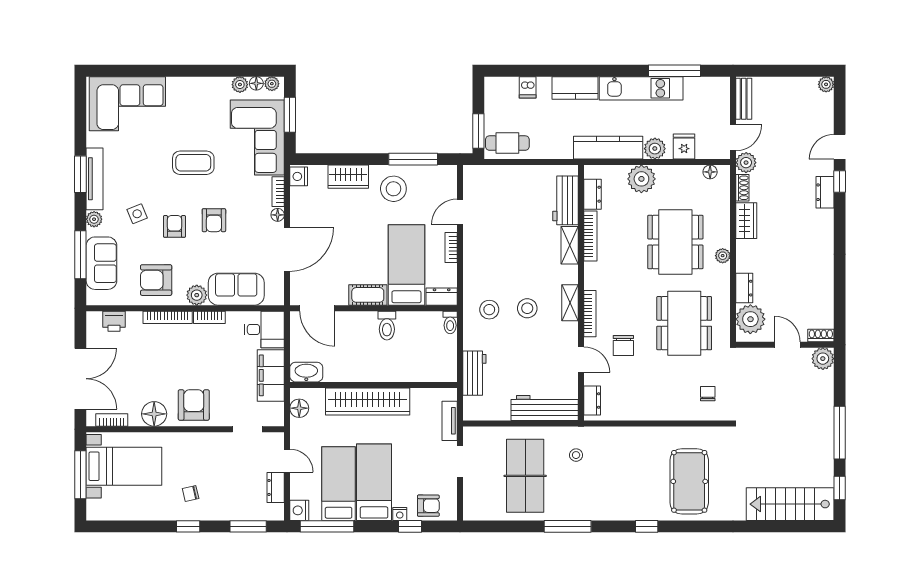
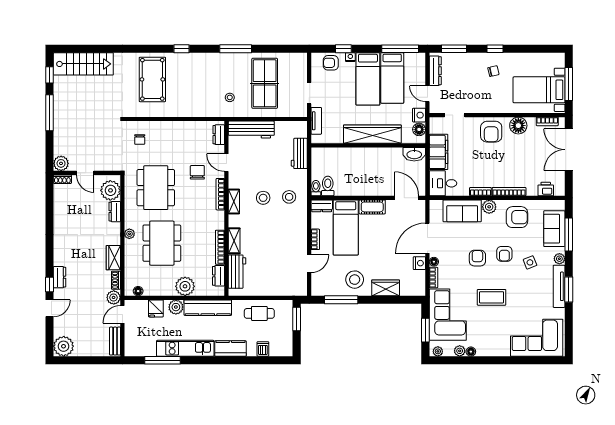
floor lamp: (256, 83) -> (471, 352), moved
plant: (826, 84) -> (64, 346), width x1.87, depth x1.87
cafe table: (507, 143) -> (259, 313), moved
nightstand: (299, 176) -> (419, 263), moved
toilet: (387, 326) -> (328, 186), moved
dresser: (276, 487) -> (435, 71), width x1.44
nightstand: (299, 510) -> (419, 115), moved

